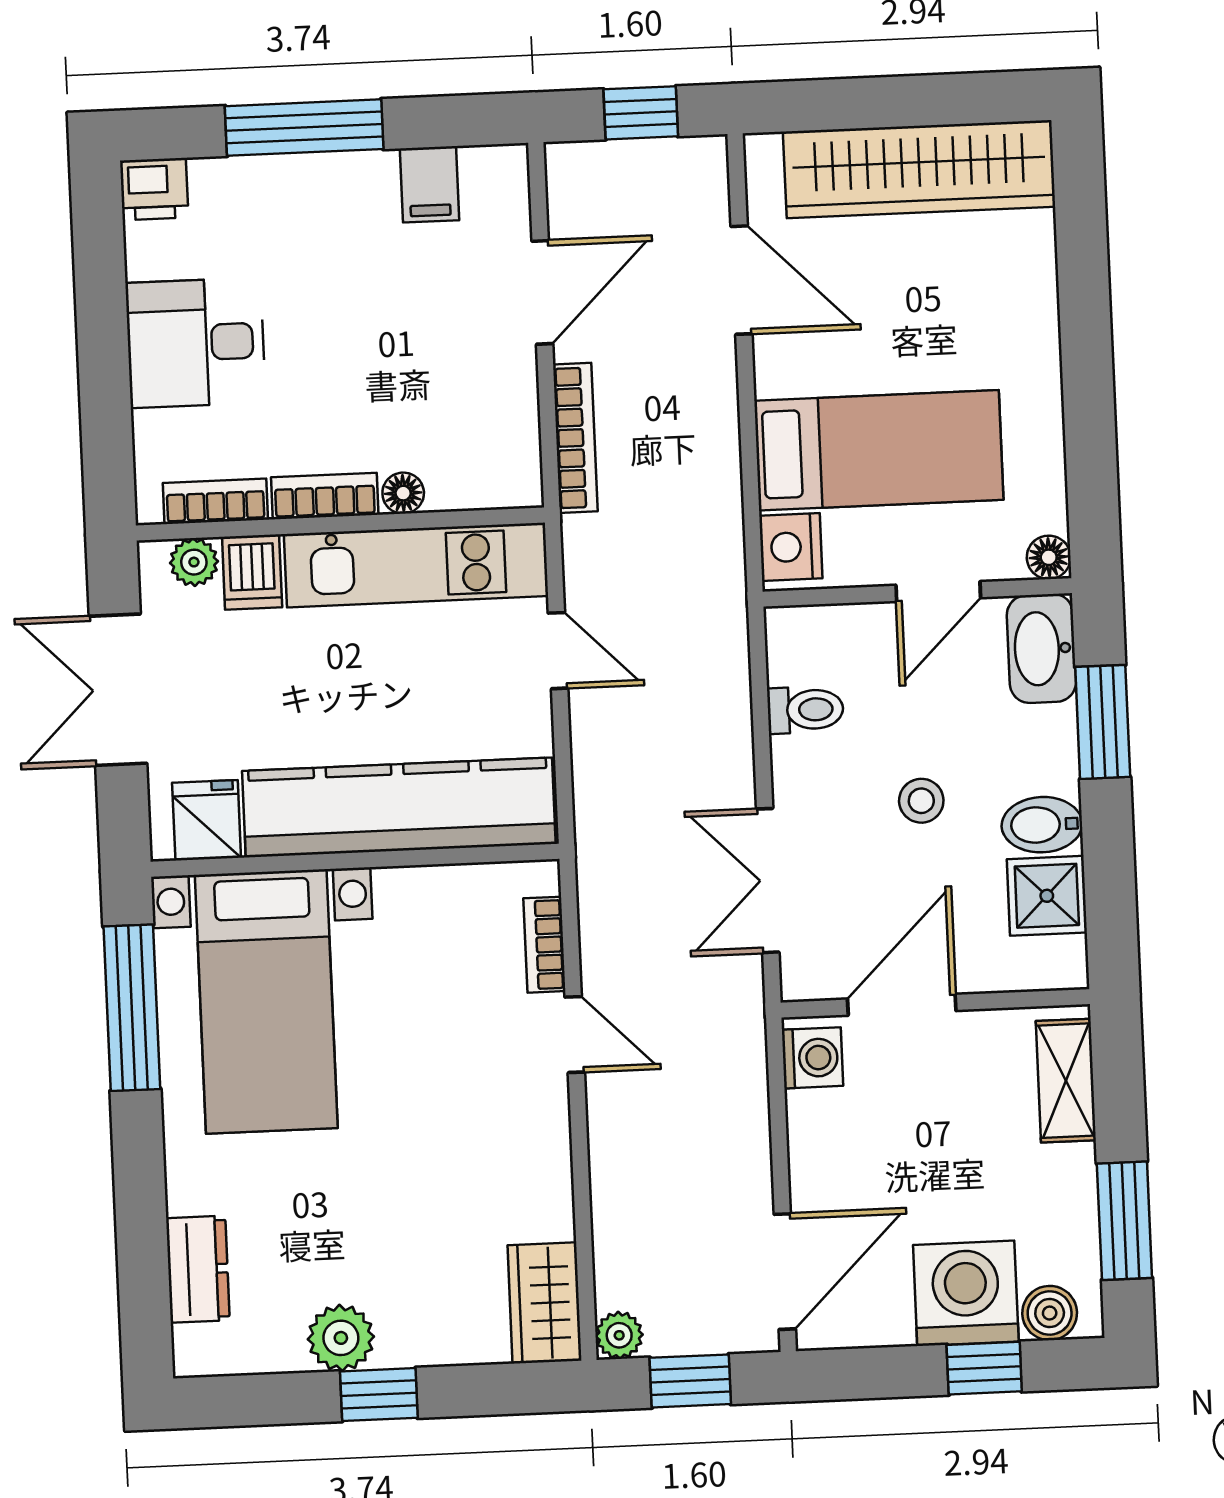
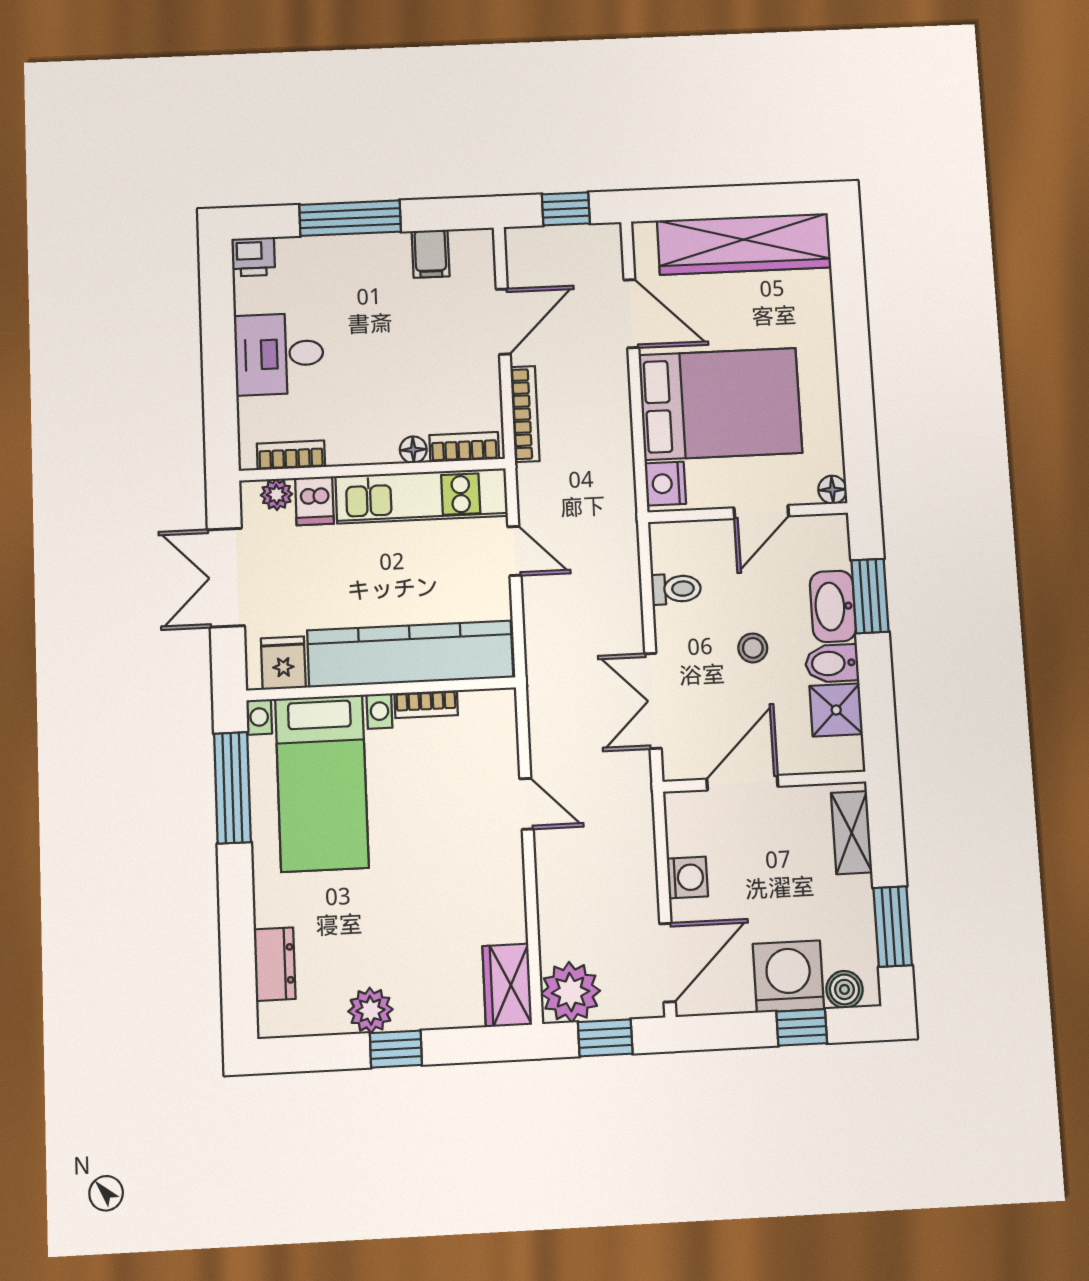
bed: (879, 450) -> (720, 404), width x1.50
bookcase: (325, 496) -> (464, 447), moved
washbasin: (1041, 649) -> (833, 606), moved
bookcase: (544, 945) -> (426, 704), moved, turned -90
washing machine: (812, 1058) -> (687, 877), moved
plant: (619, 1335) -> (570, 992), width x1.88, depth x1.88

